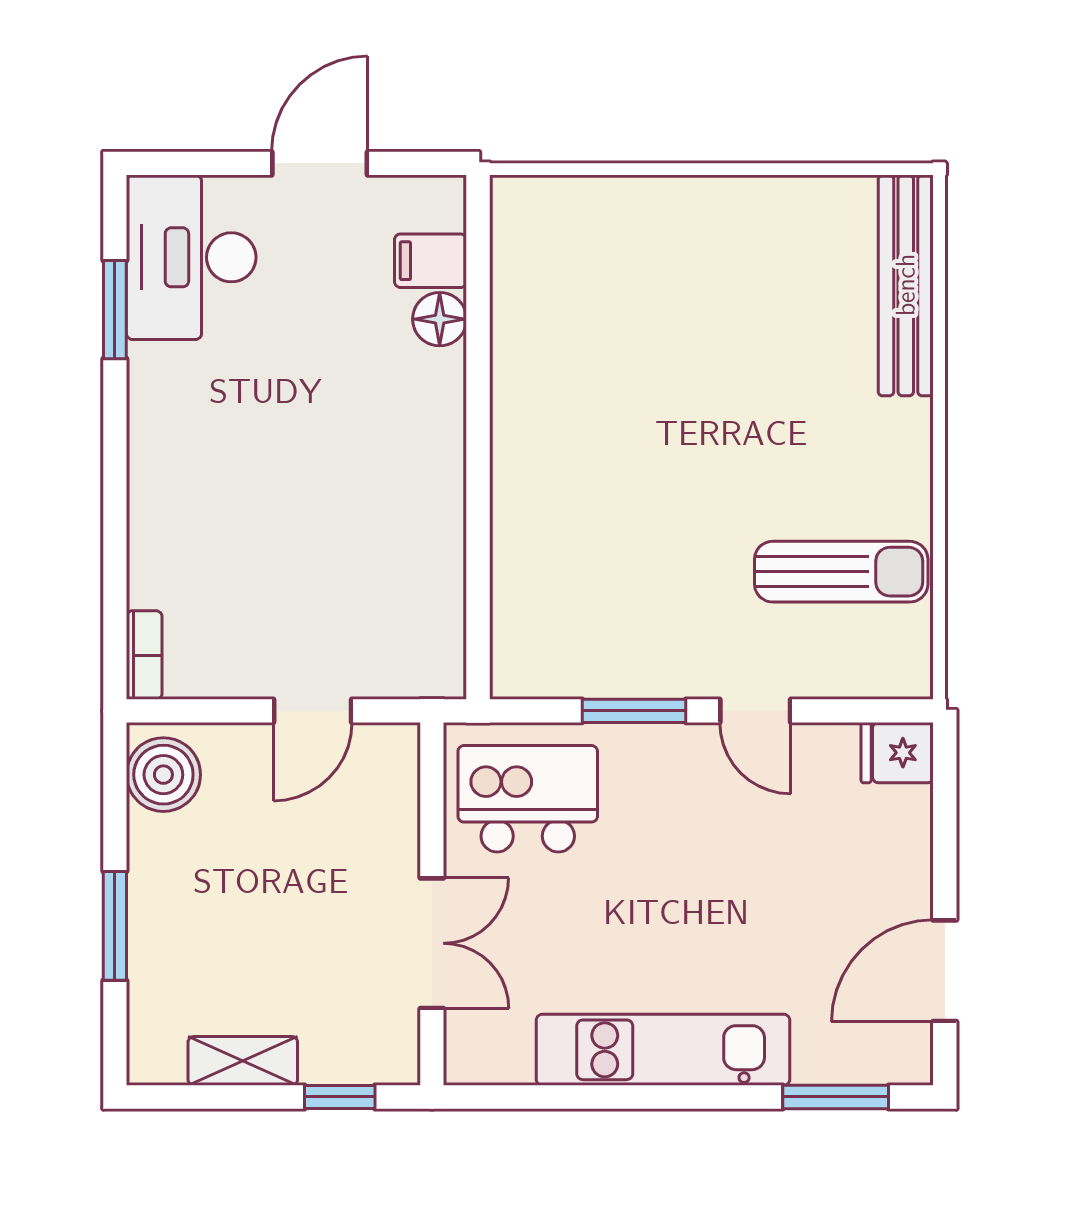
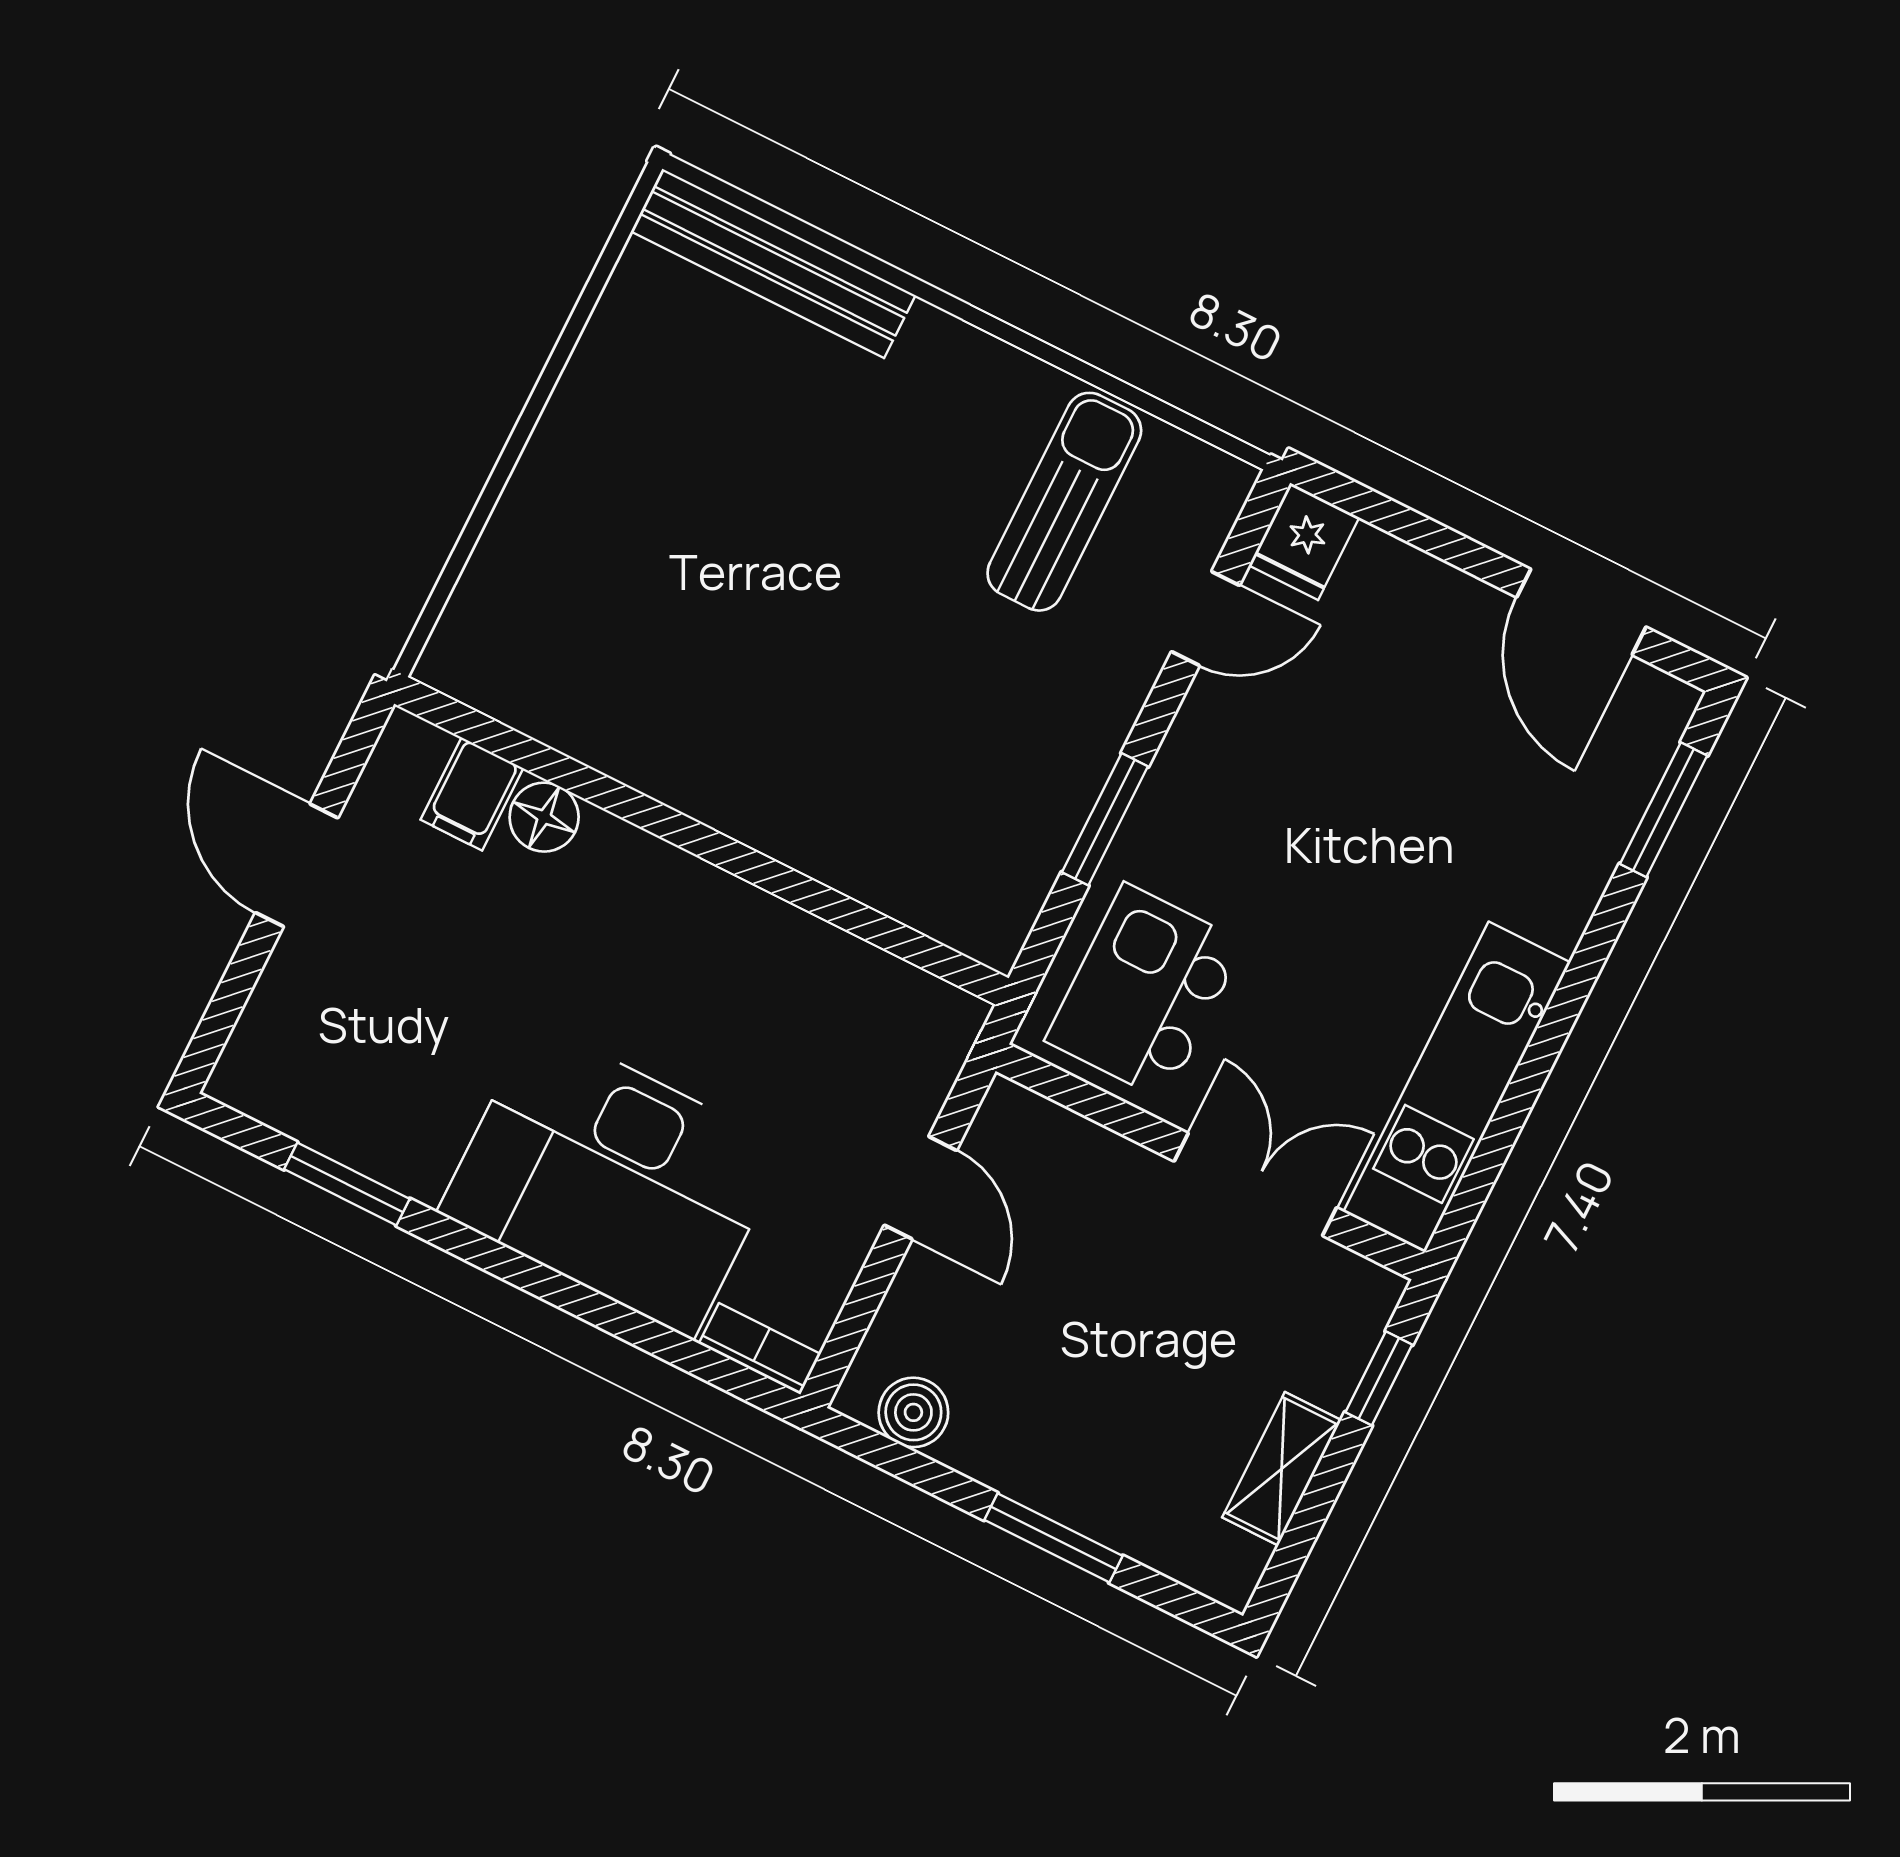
desk: (191, 257) -> (613, 1180), moved, width x1.36, depth x1.30
door: (755, 711) -> (1205, 618), moved
boiler: (163, 775) -> (913, 1412), width x0.73, depth x0.73
kitchen unit: (663, 1050) -> (1457, 1087), moved

